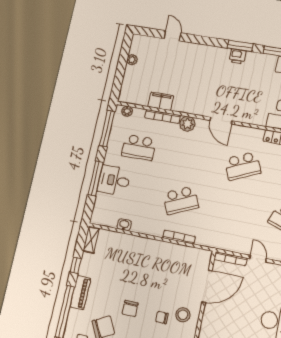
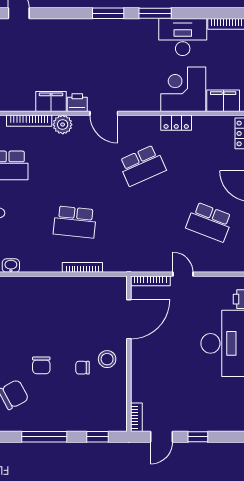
printer: (238, 56) -> (77, 103), moved, turned 180
filing cabinet: (161, 101) -> (51, 101), moved
school desk: (181, 200) -> (75, 222), turned 30

